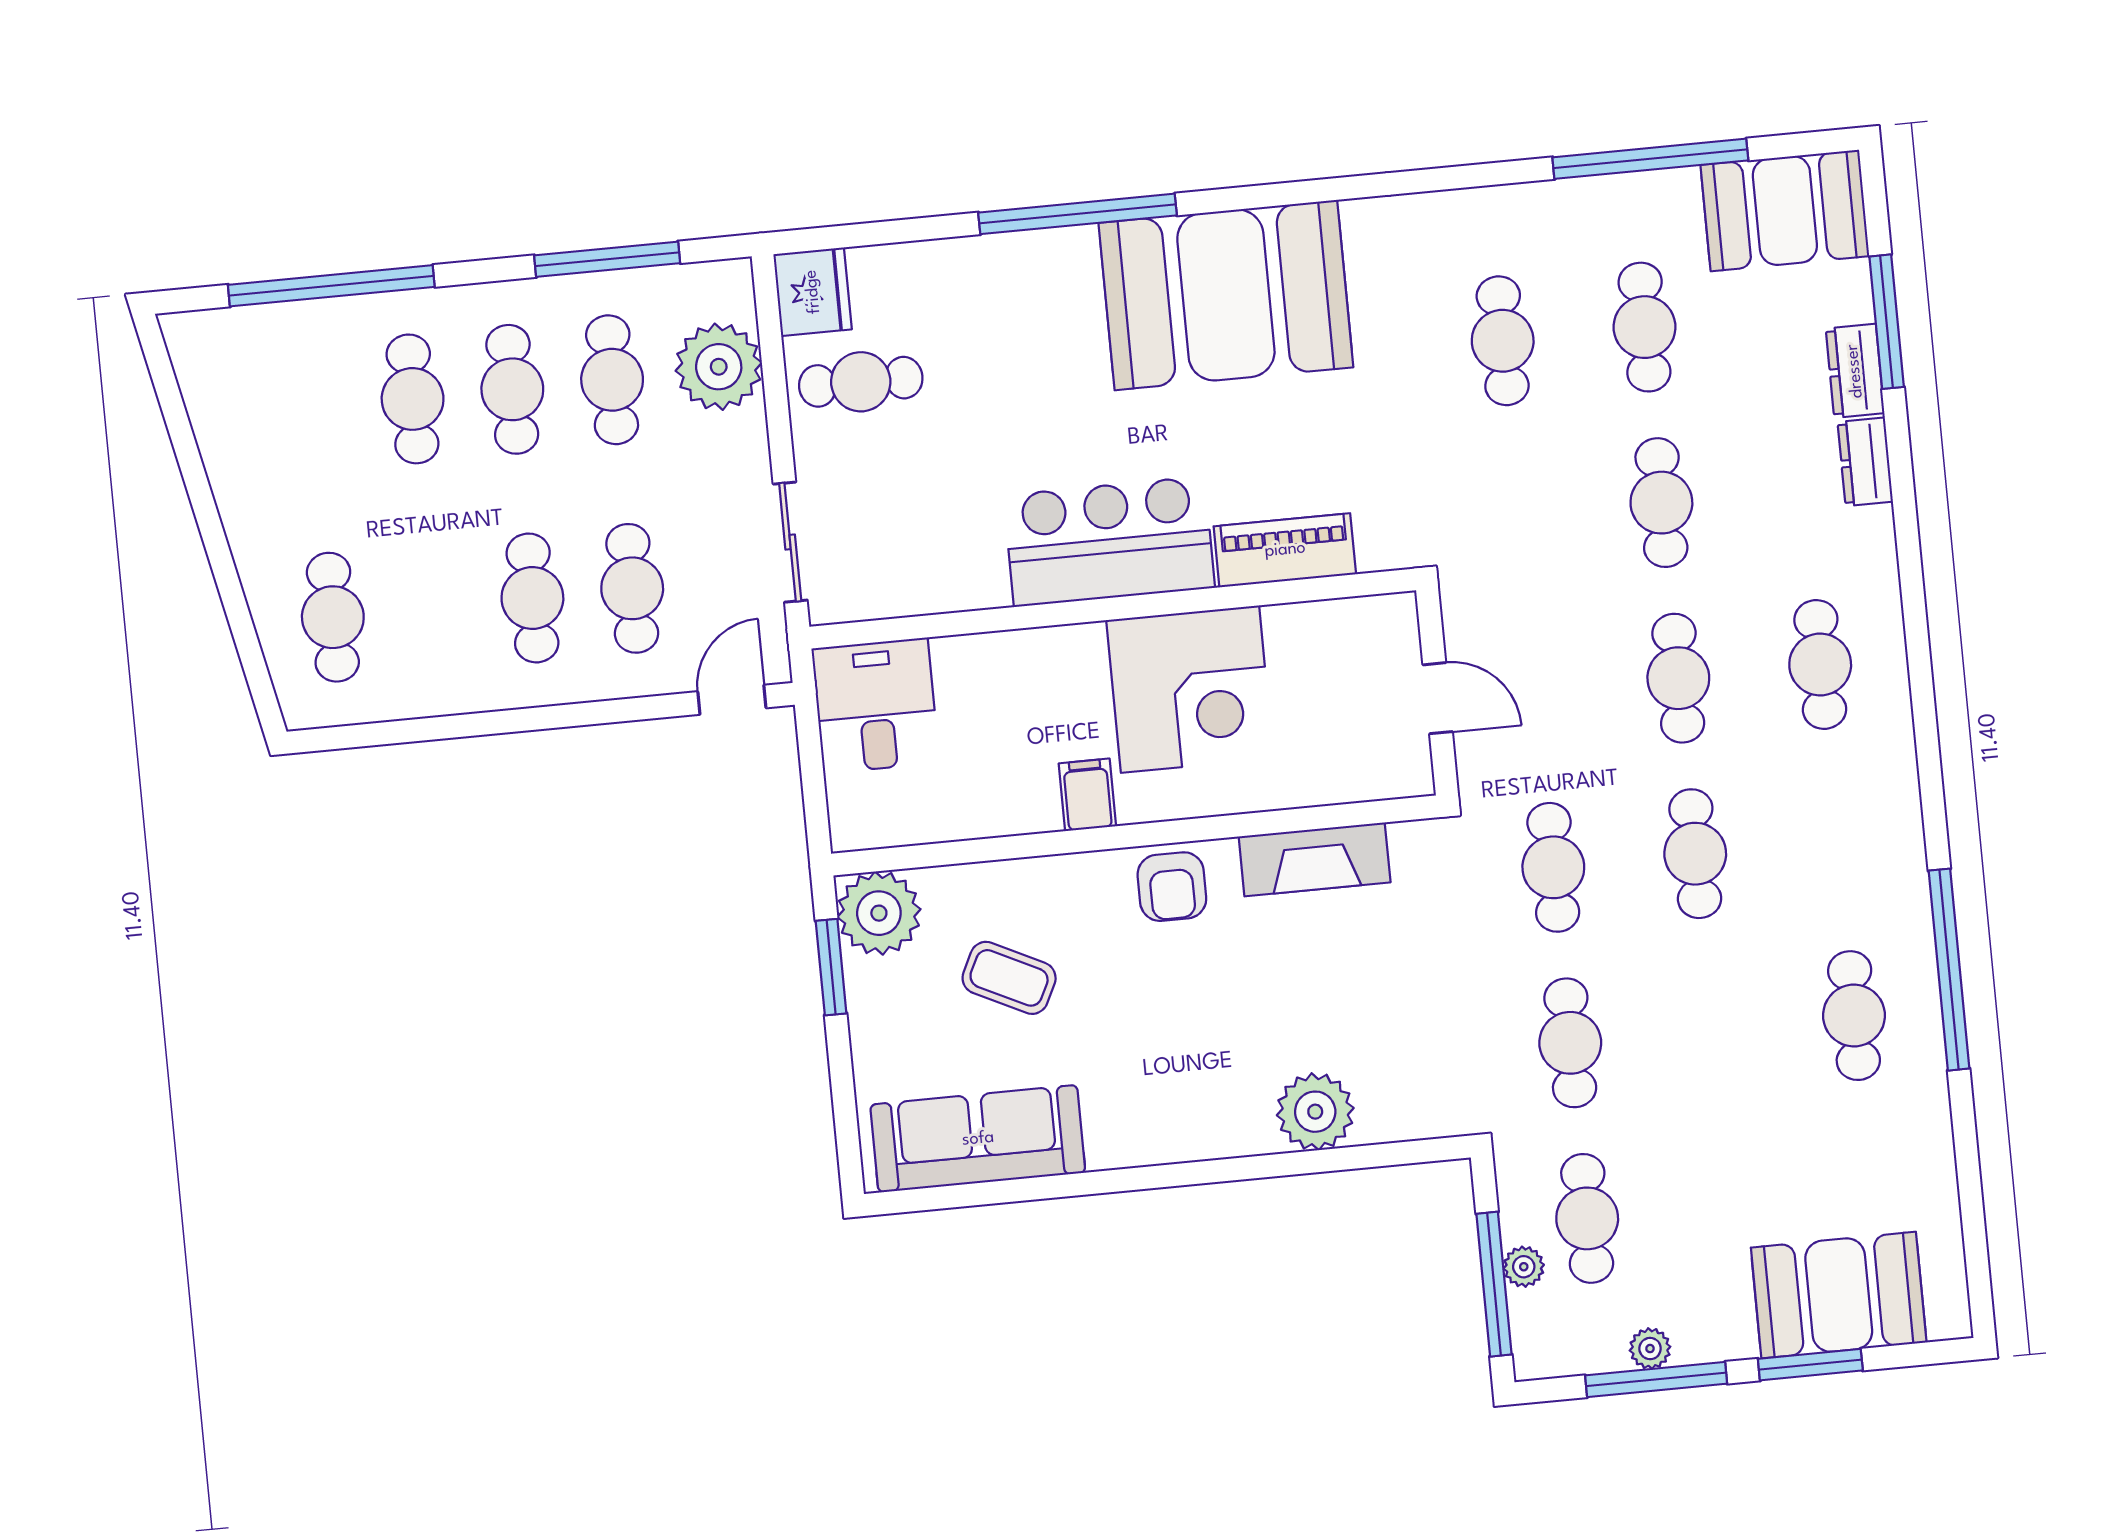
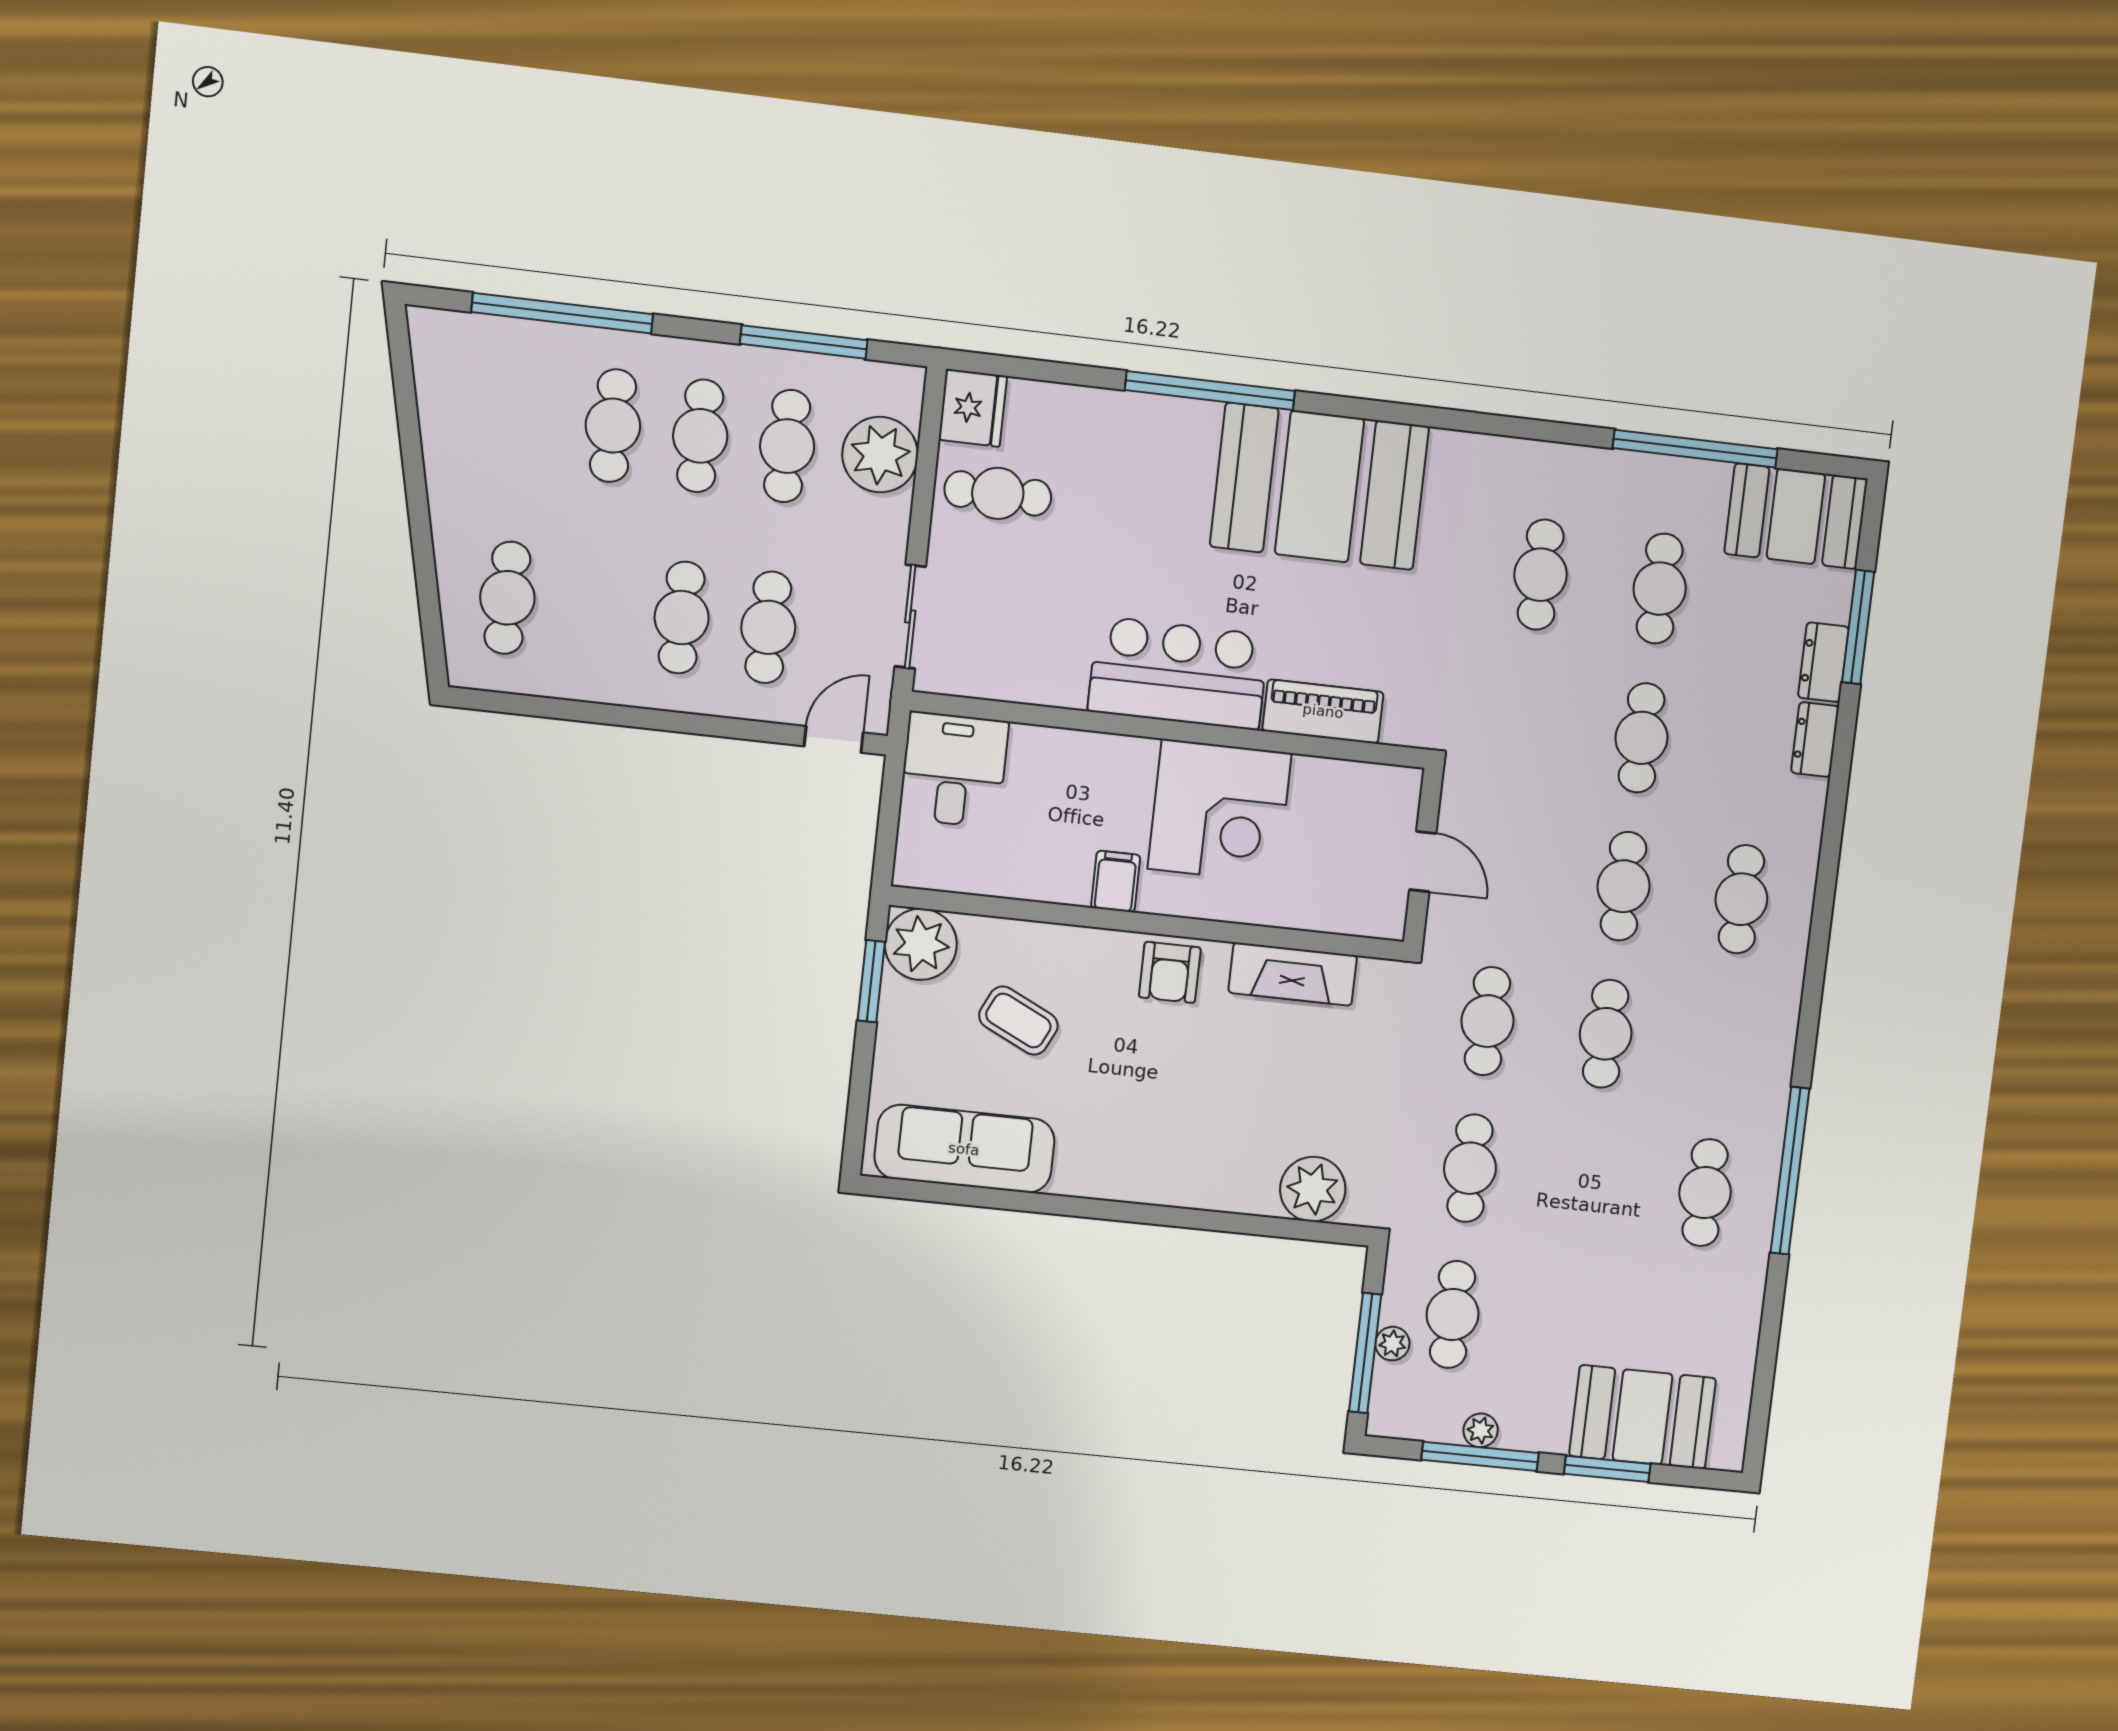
plant: (1315, 1112) -> (1313, 1189), moved

